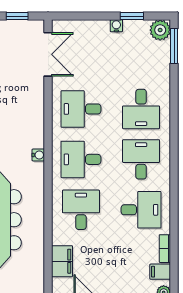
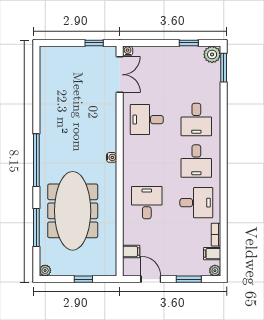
water cooler: (116, 26) -> (128, 51), moved
desk: (81, 159) -> (147, 161), removed
desk: (141, 159) -> (196, 161), turned 180
filing cabinet: (62, 261) -> (131, 251), width x0.50

